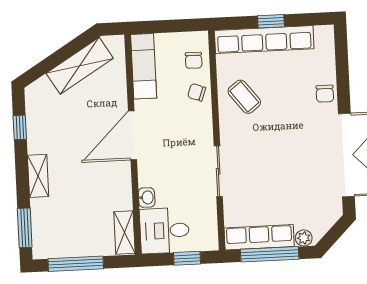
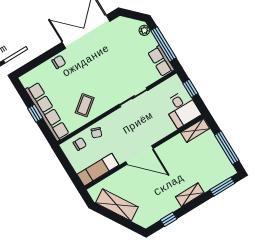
washbasin: (147, 197) -> (169, 129), removed
row of seats: (259, 237) -> (161, 61), width x0.68

